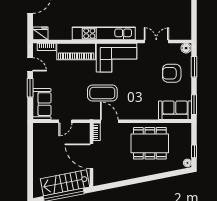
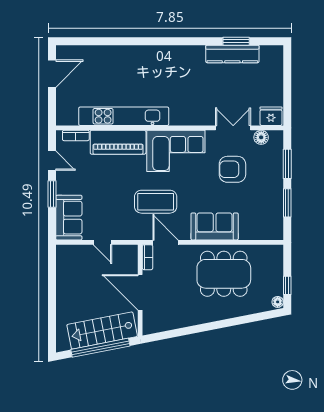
fridge: (40, 33) -> (271, 116), moved
kitchen unit: (104, 33) -> (124, 116), moved
floor lamp: (186, 48) -> (261, 137), moved
armchair: (172, 73) -> (232, 169), moved
window: (194, 105) -> (287, 203), moved
sofa: (175, 110) -> (215, 226), moved
door: (65, 121) -> (103, 242), hinge flipped

